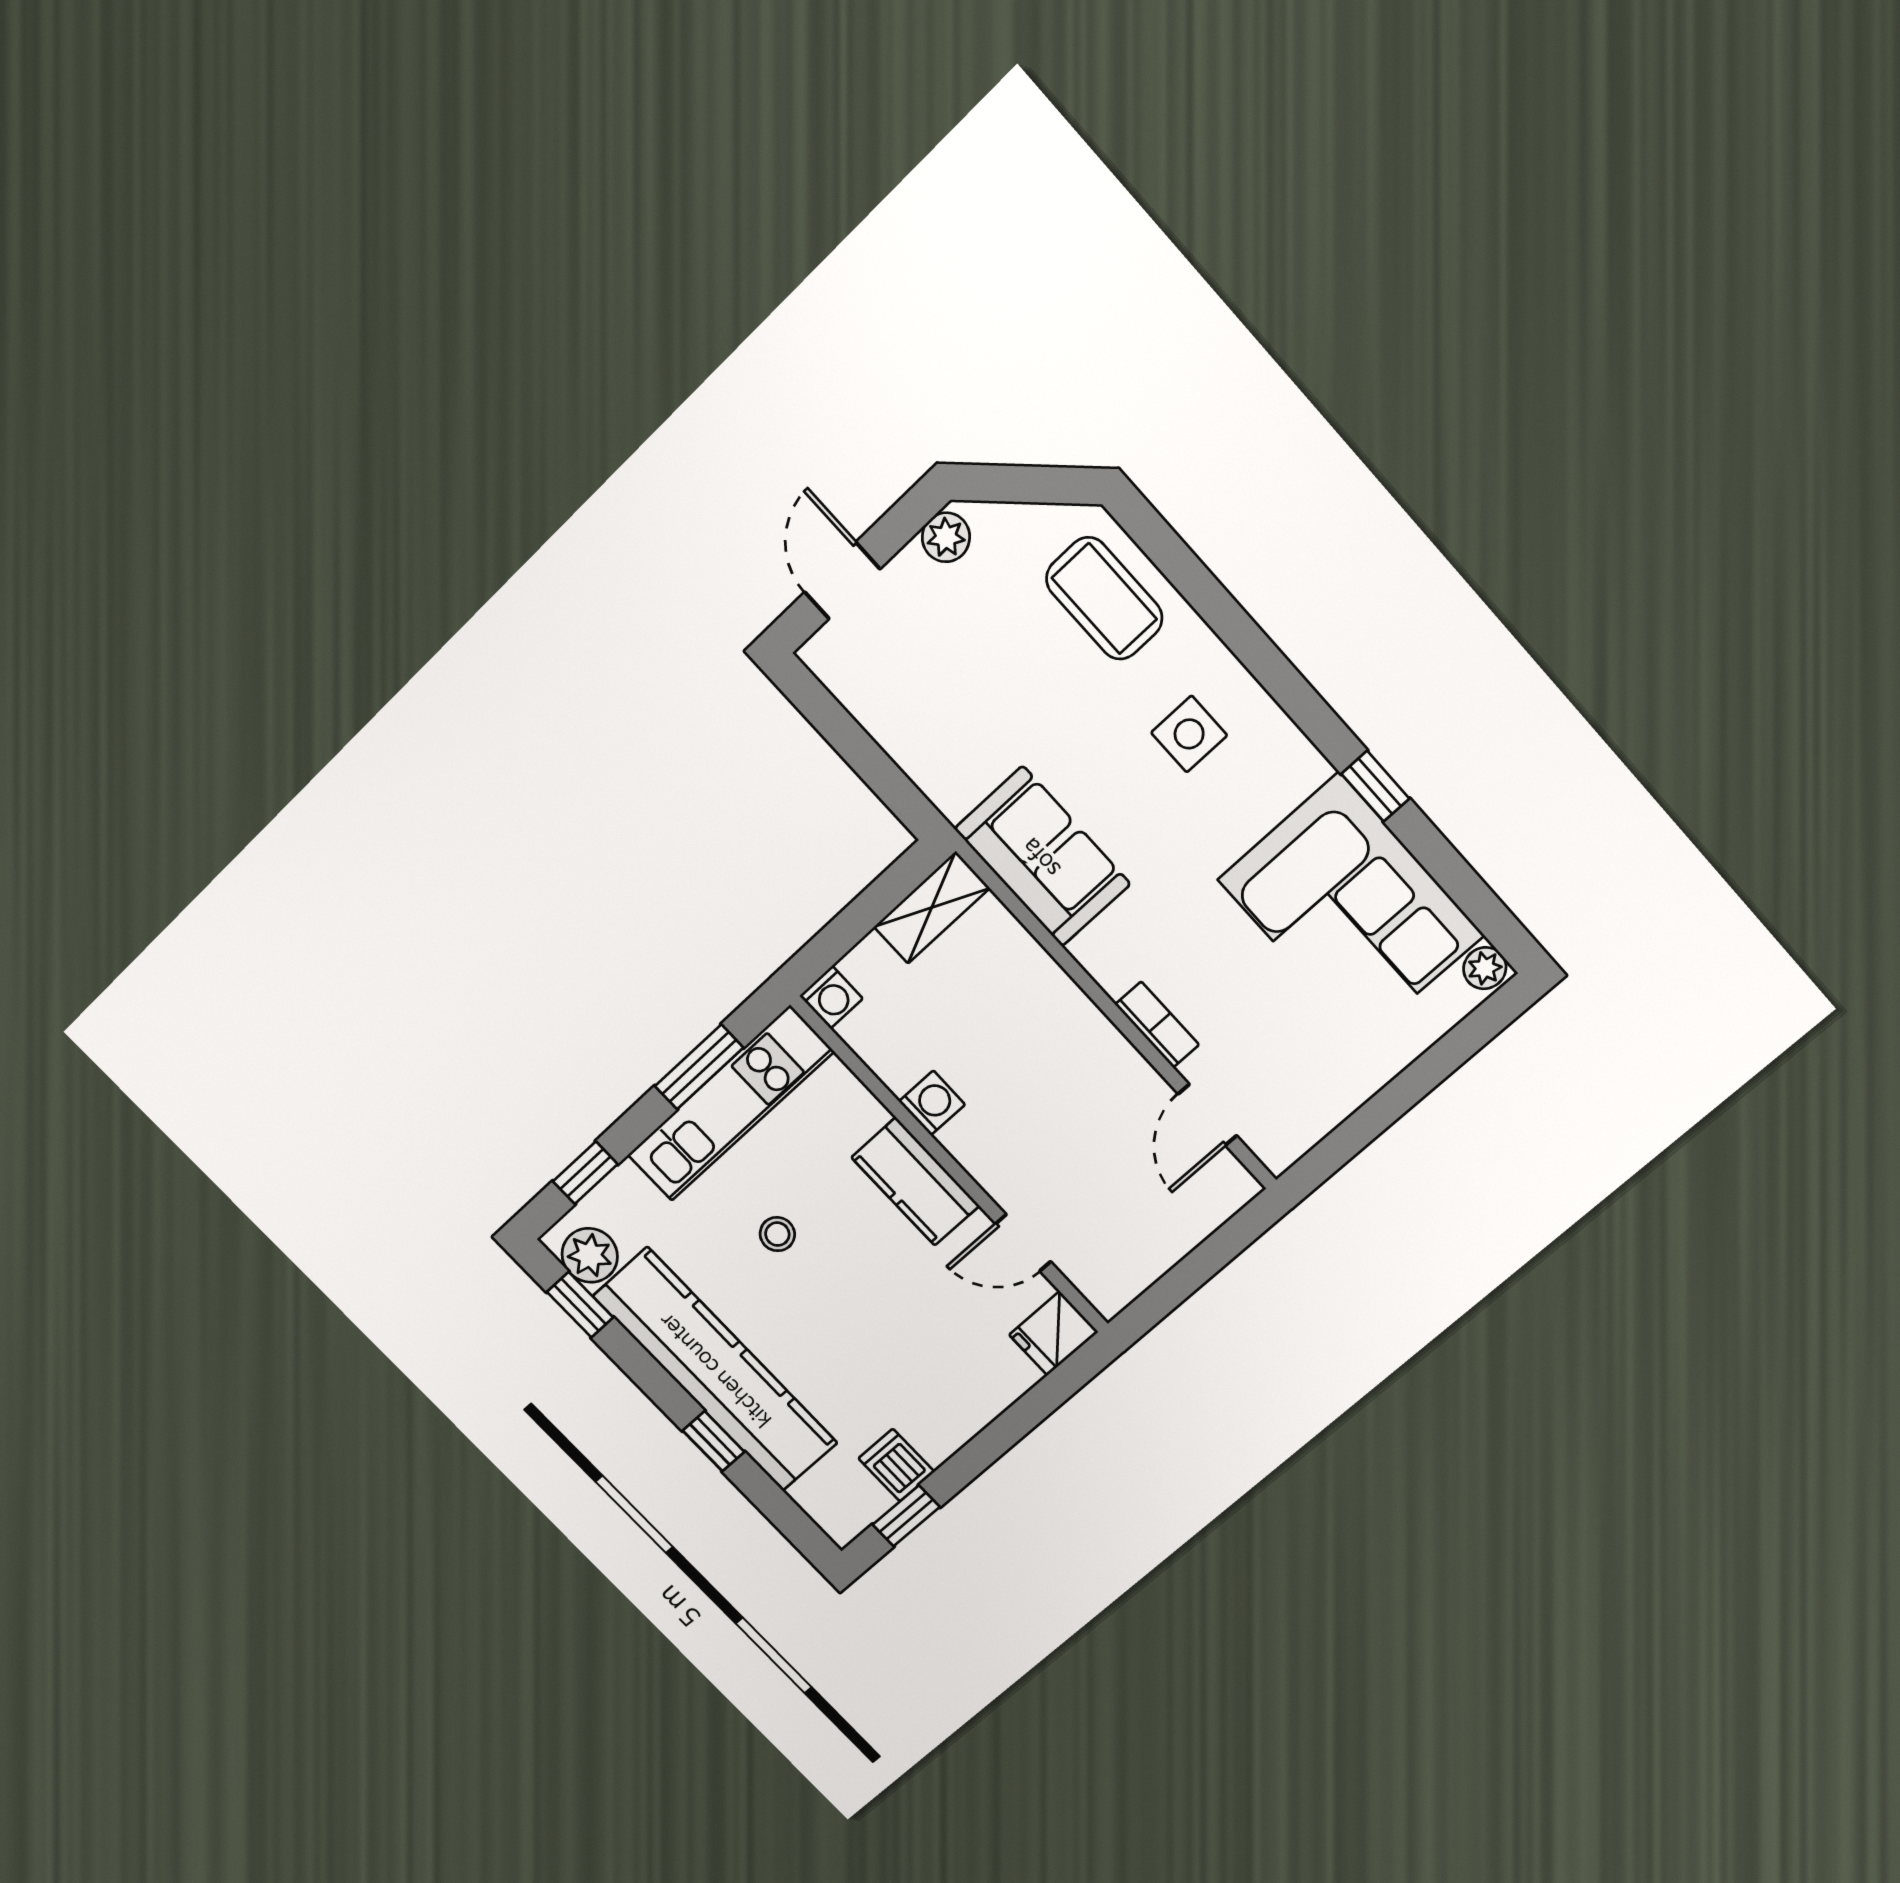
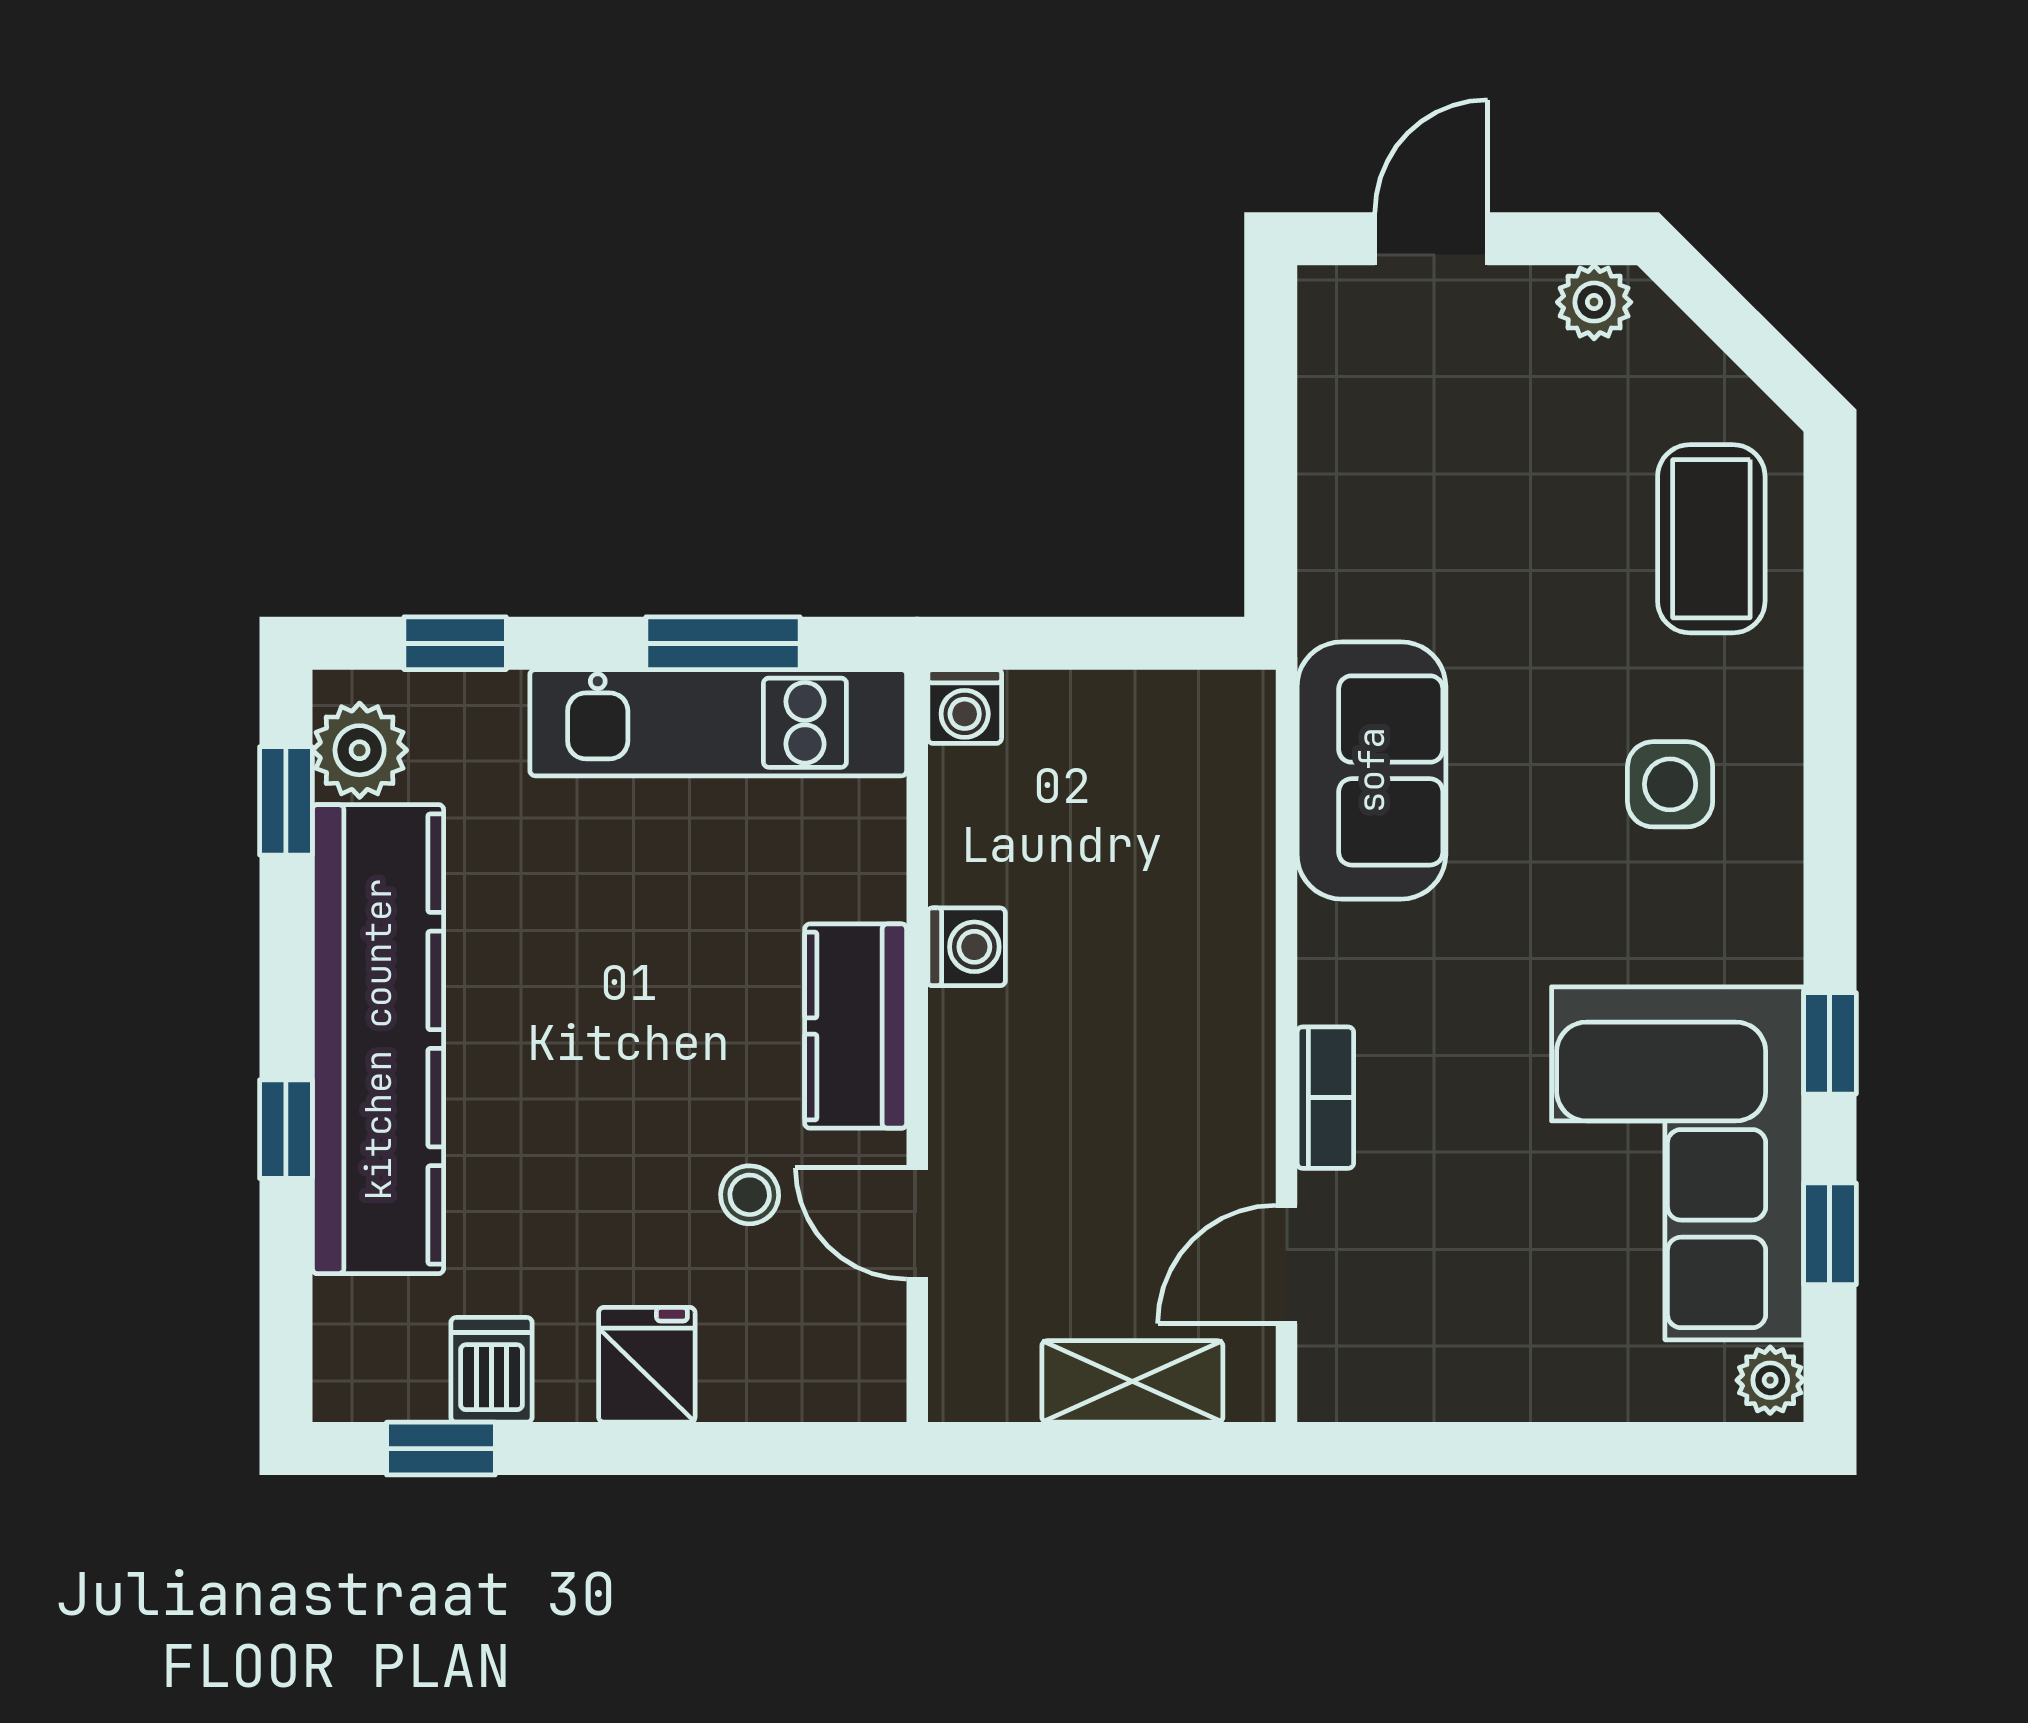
window: (1454, 875) -> (1830, 1234), added
shelving: (932, 908) -> (1132, 1381), moved
stool: (777, 1234) -> (750, 1195), moved
fridge: (1054, 1333) -> (647, 1365), moved, turned 90

